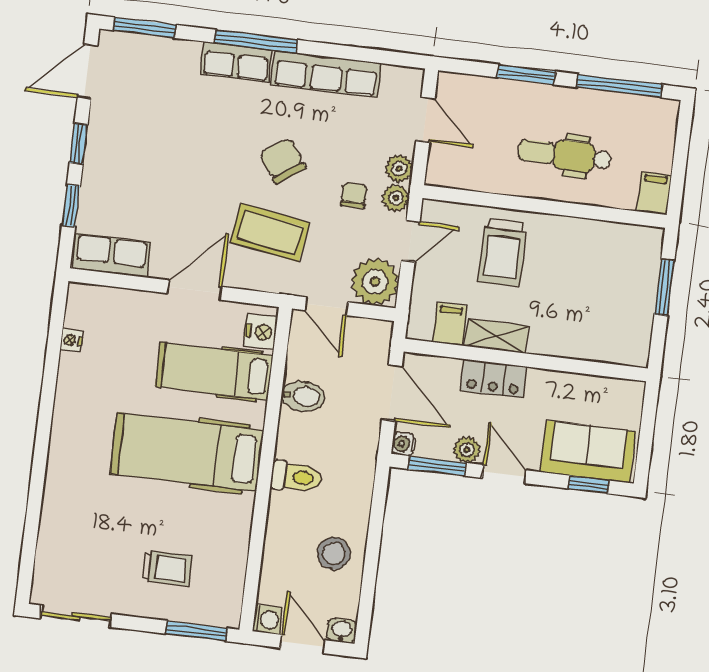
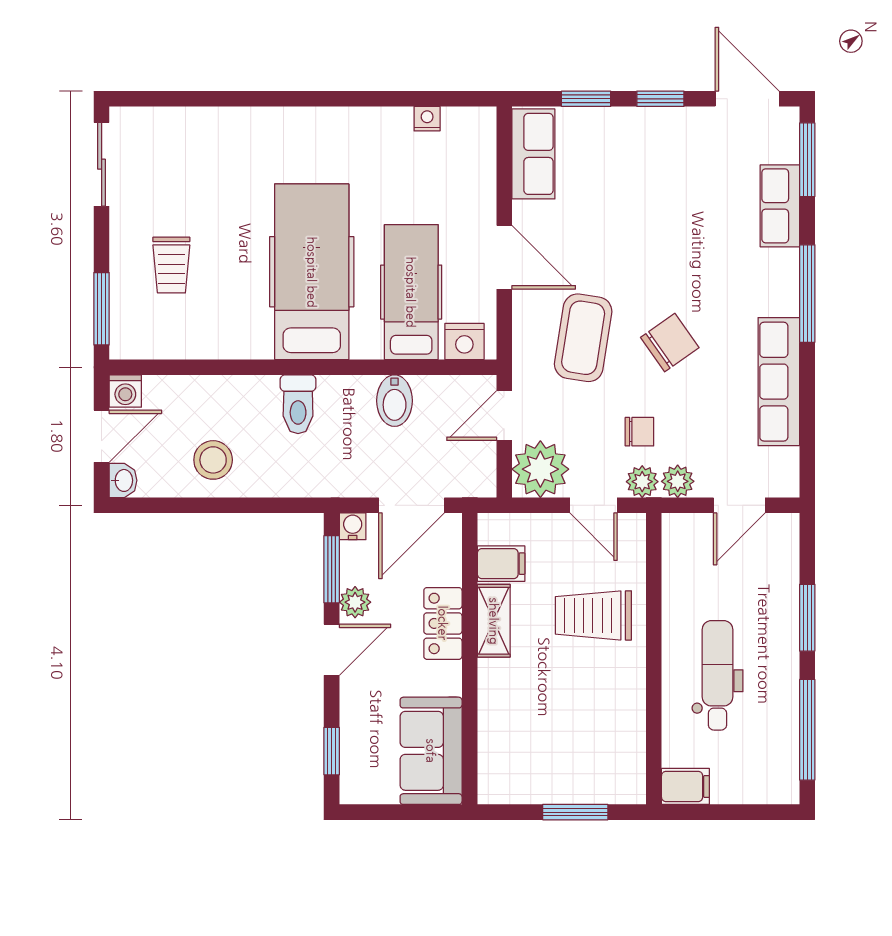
row of seats: (236, 62) -> (780, 206), moved
sofa: (588, 452) -> (431, 751), moved, turned 180

